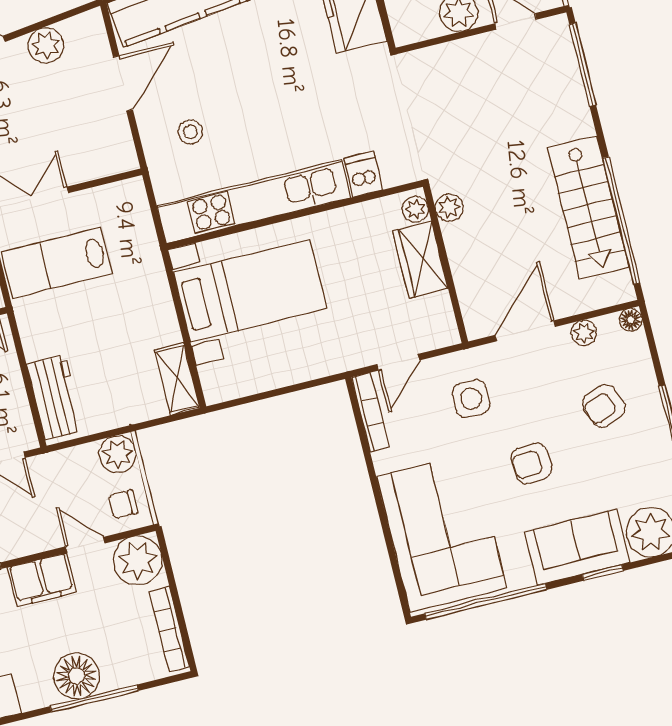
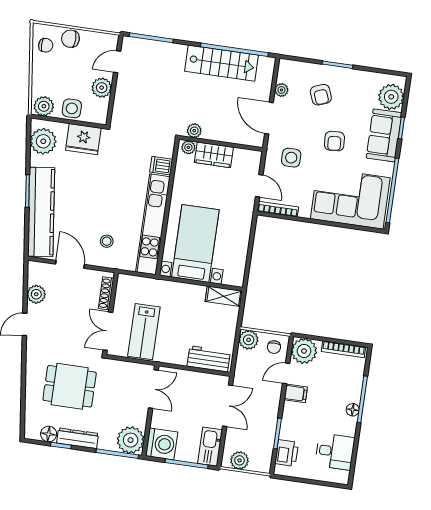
shoe rack: (97, 168) -> (106, 293), added
floor lamp: (631, 320) -> (284, 65), removed
filing cabinet: (42, 580) -> (296, 393), width x0.50
floor lamp: (76, 676) -> (353, 410), width x0.53, depth x0.53

